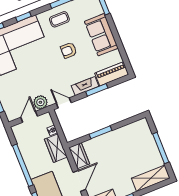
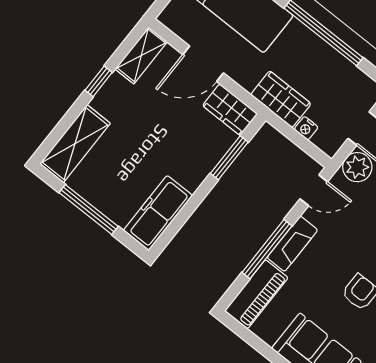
window: (97, 90) -> (267, 249), width x1.44
freezer: (133, 130) -> (158, 213), added
window: (100, 132) -> (229, 158), moved
door: (79, 181) -> (203, 64), hinge flipped

